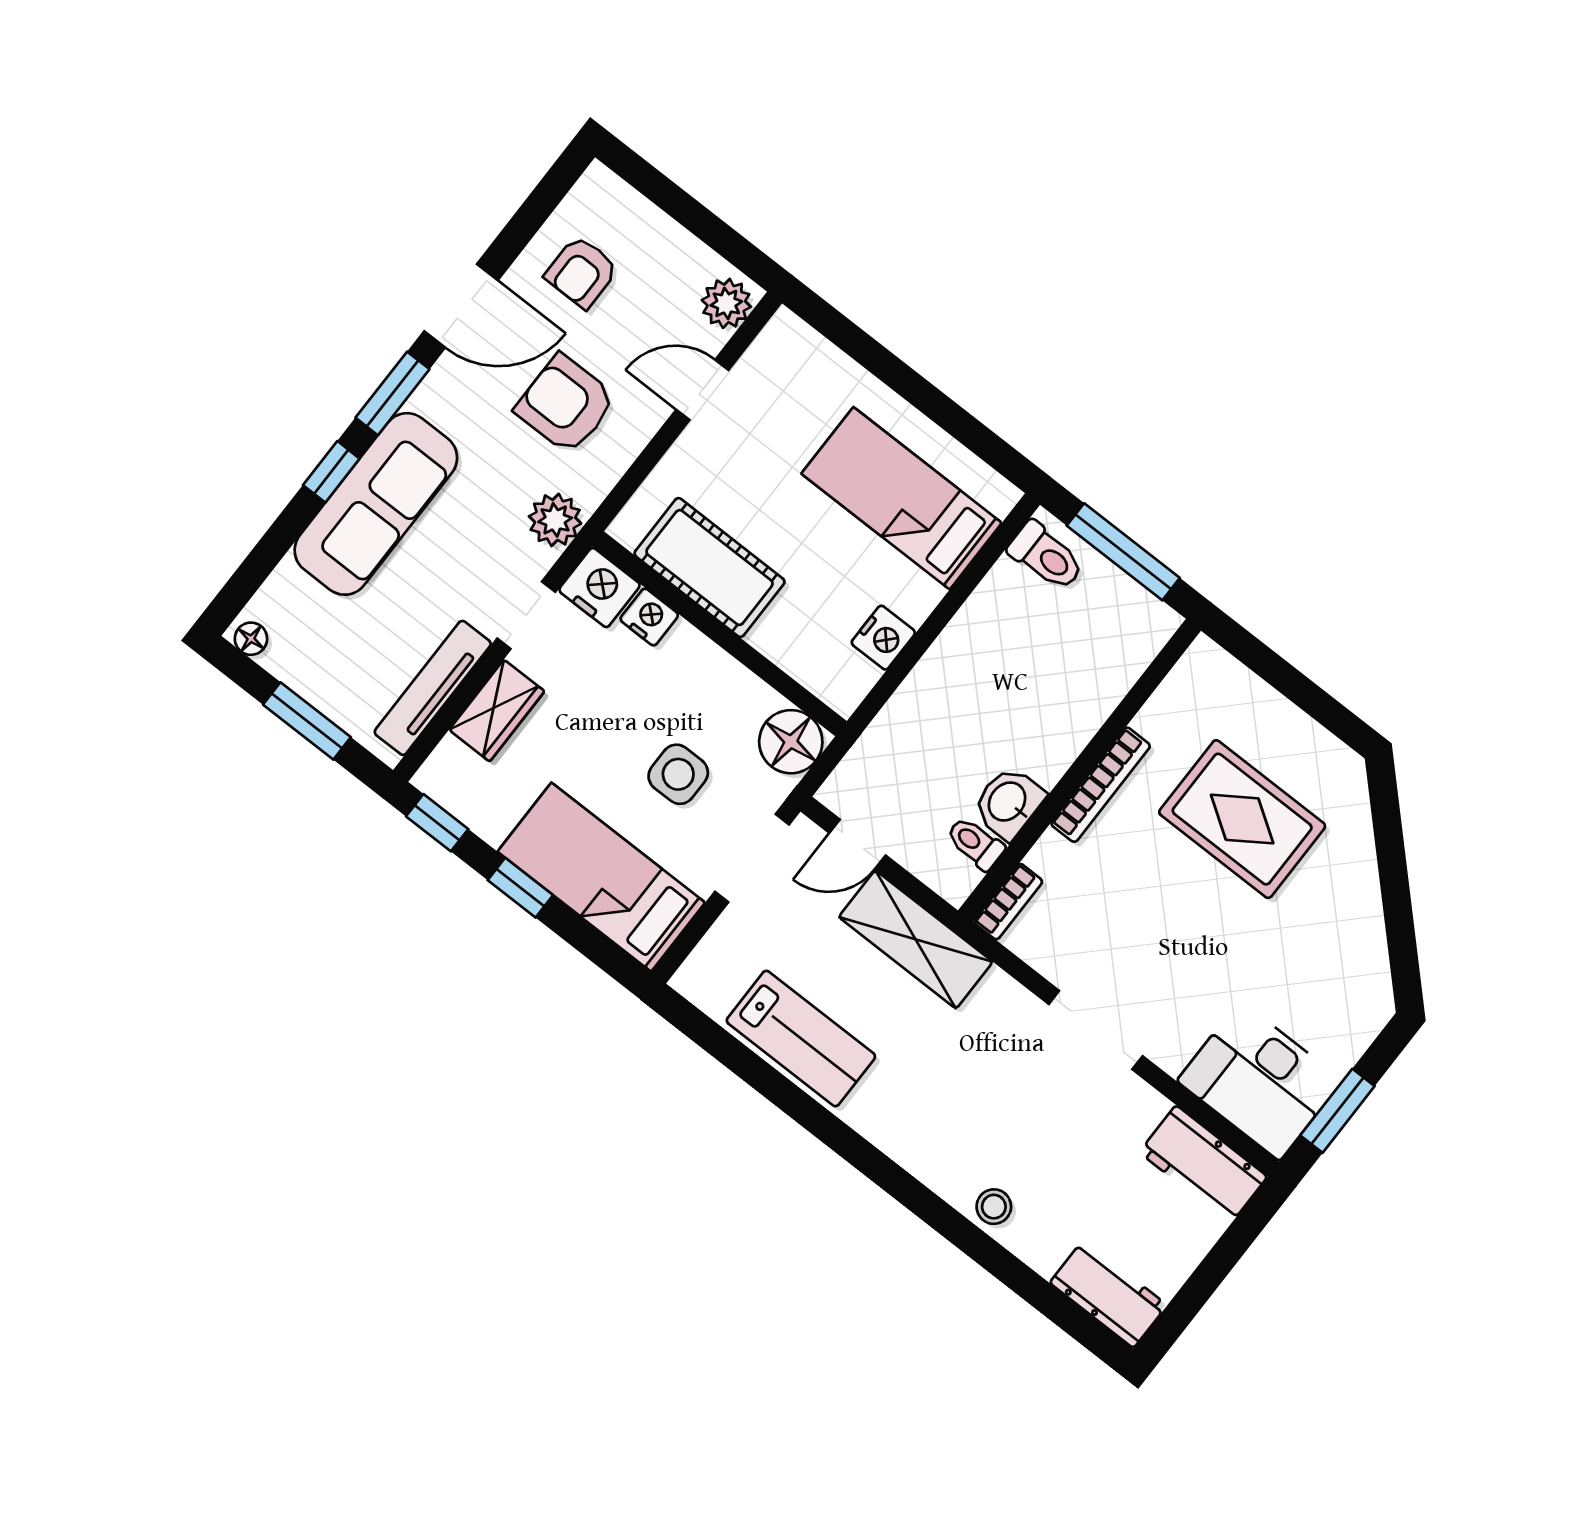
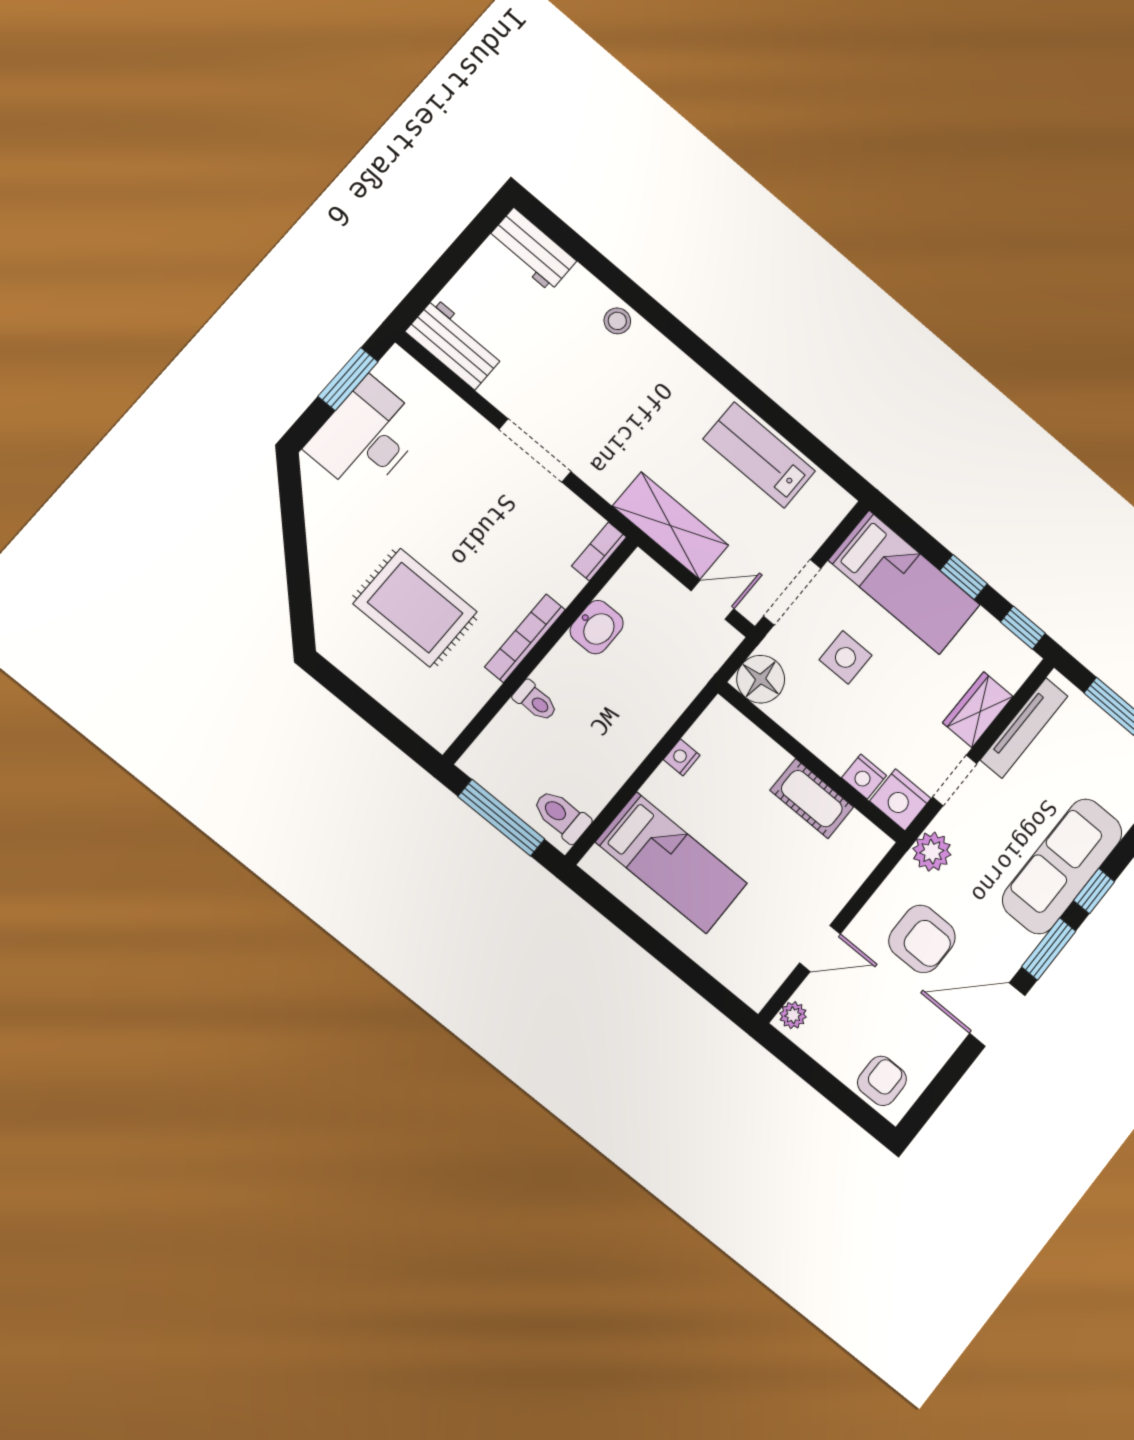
armchair: (582, 272) -> (882, 1081), moved
plant: (726, 303) -> (793, 1015), width x0.73, depth x0.73
cot: (710, 568) -> (812, 799), width x0.73, depth x0.75
nightstand: (883, 638) -> (682, 757), width x0.72, depth x0.74
toilet: (975, 843) -> (535, 701), moved
desk: (1260, 1081) -> (366, 437), moved, turned -90

